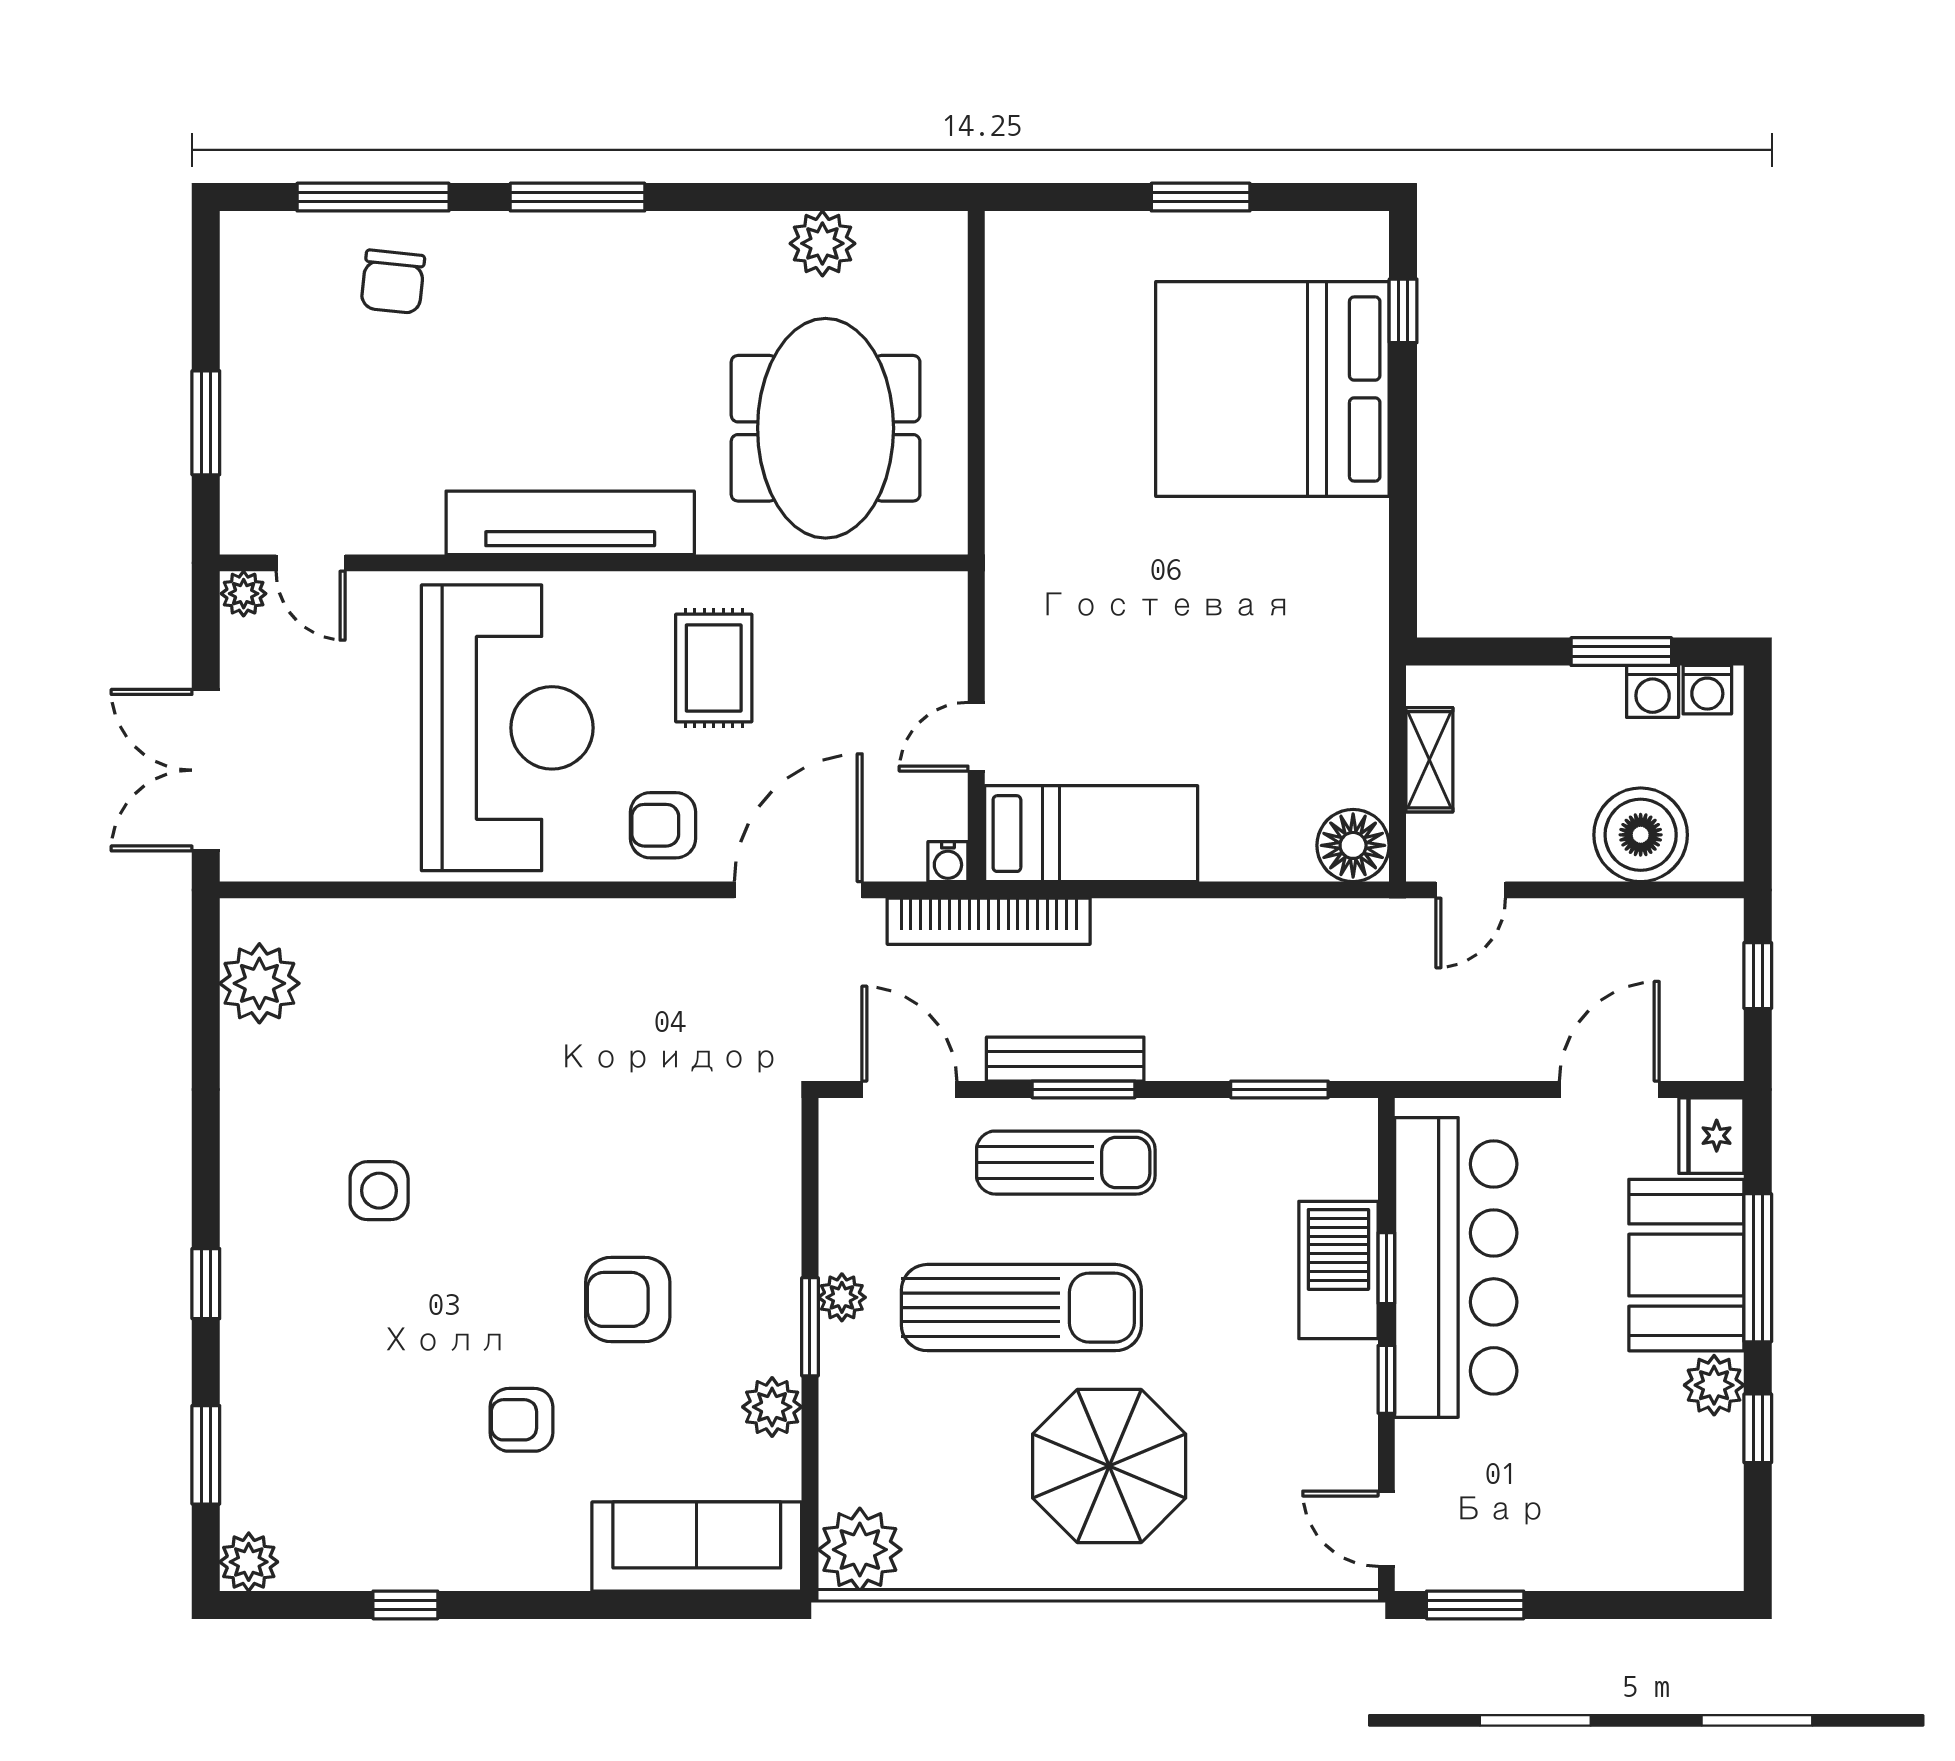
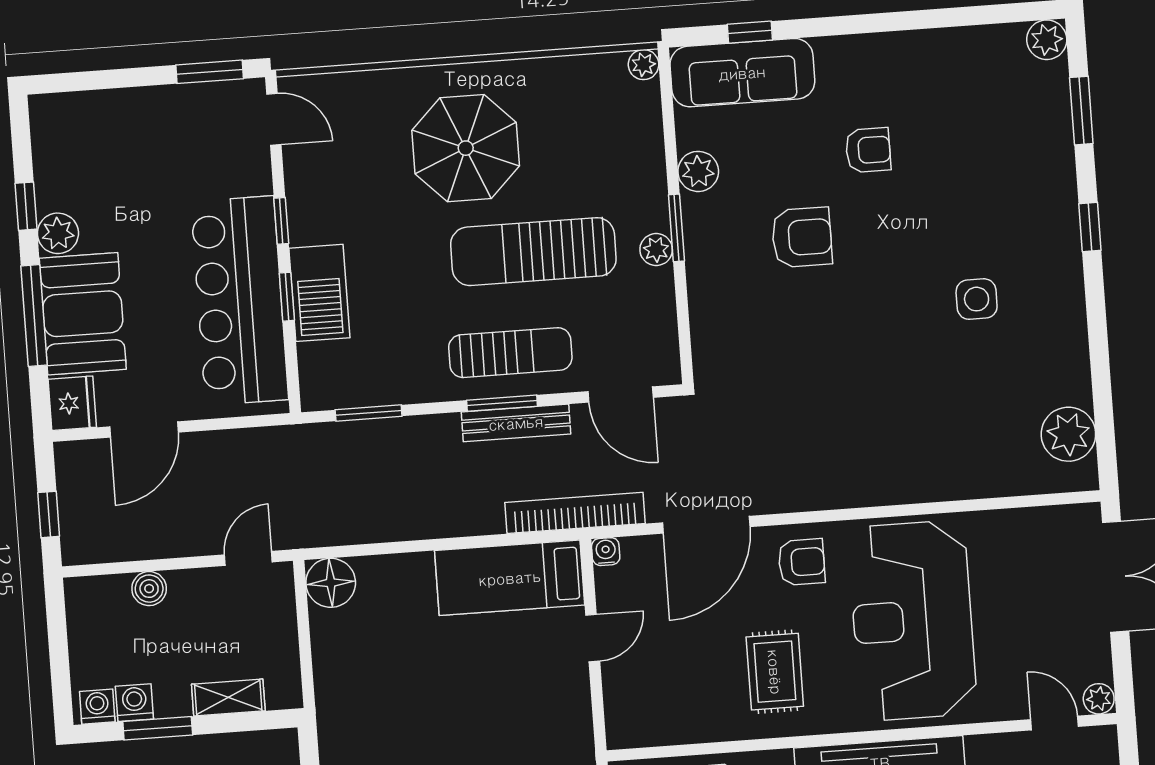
shelving: (1429, 760) -> (228, 697), moved, turned 90
boiler: (1641, 835) -> (149, 589), width x0.54, depth x0.54
sun lounger: (1066, 1163) -> (510, 353), turned 180
plant: (860, 1550) -> (644, 65), width x0.53, depth x0.53
window: (405, 1605) -> (750, 32), moved

